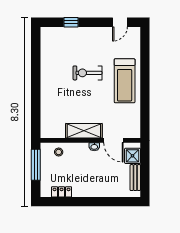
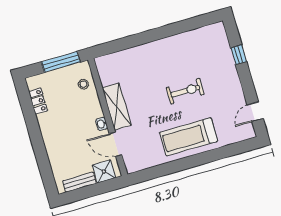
door: (120, 22) -> (255, 112), hinge flipped
exercise bike: (88, 73) -> (185, 91), turned 90
door: (113, 140) -> (115, 144), hinge flipped

